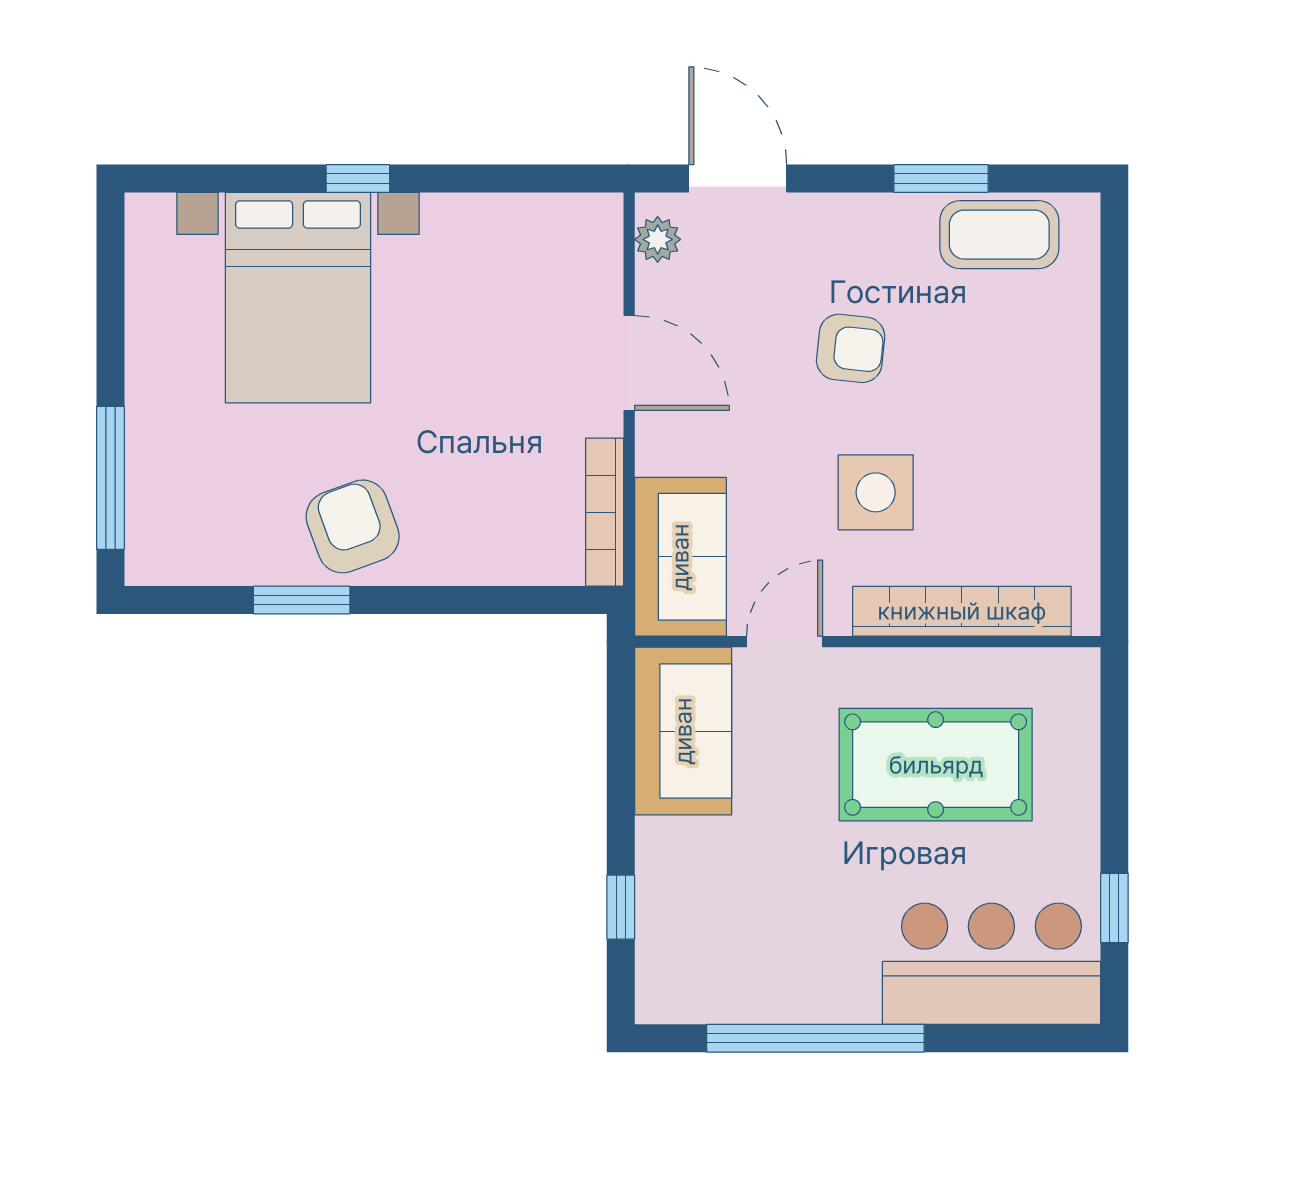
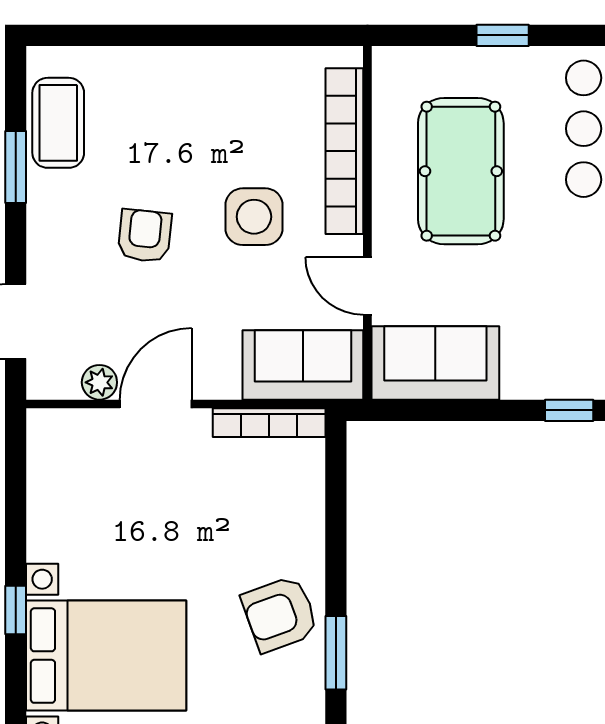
plant: (658, 239) -> (99, 382), moved
window: (1114, 908) -> (503, 35), moved

